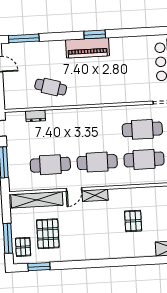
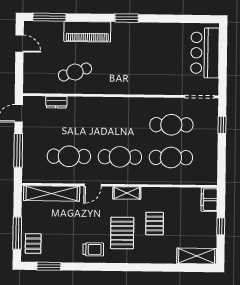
piano: (87, 48) -> (87, 32), moved
cafe table: (51, 87) -> (75, 72), turned -34
shelving: (95, 195) -> (127, 193), moved
pallet: (48, 234) -> (122, 233), moved
trolley: (79, 248) -> (93, 249), added

